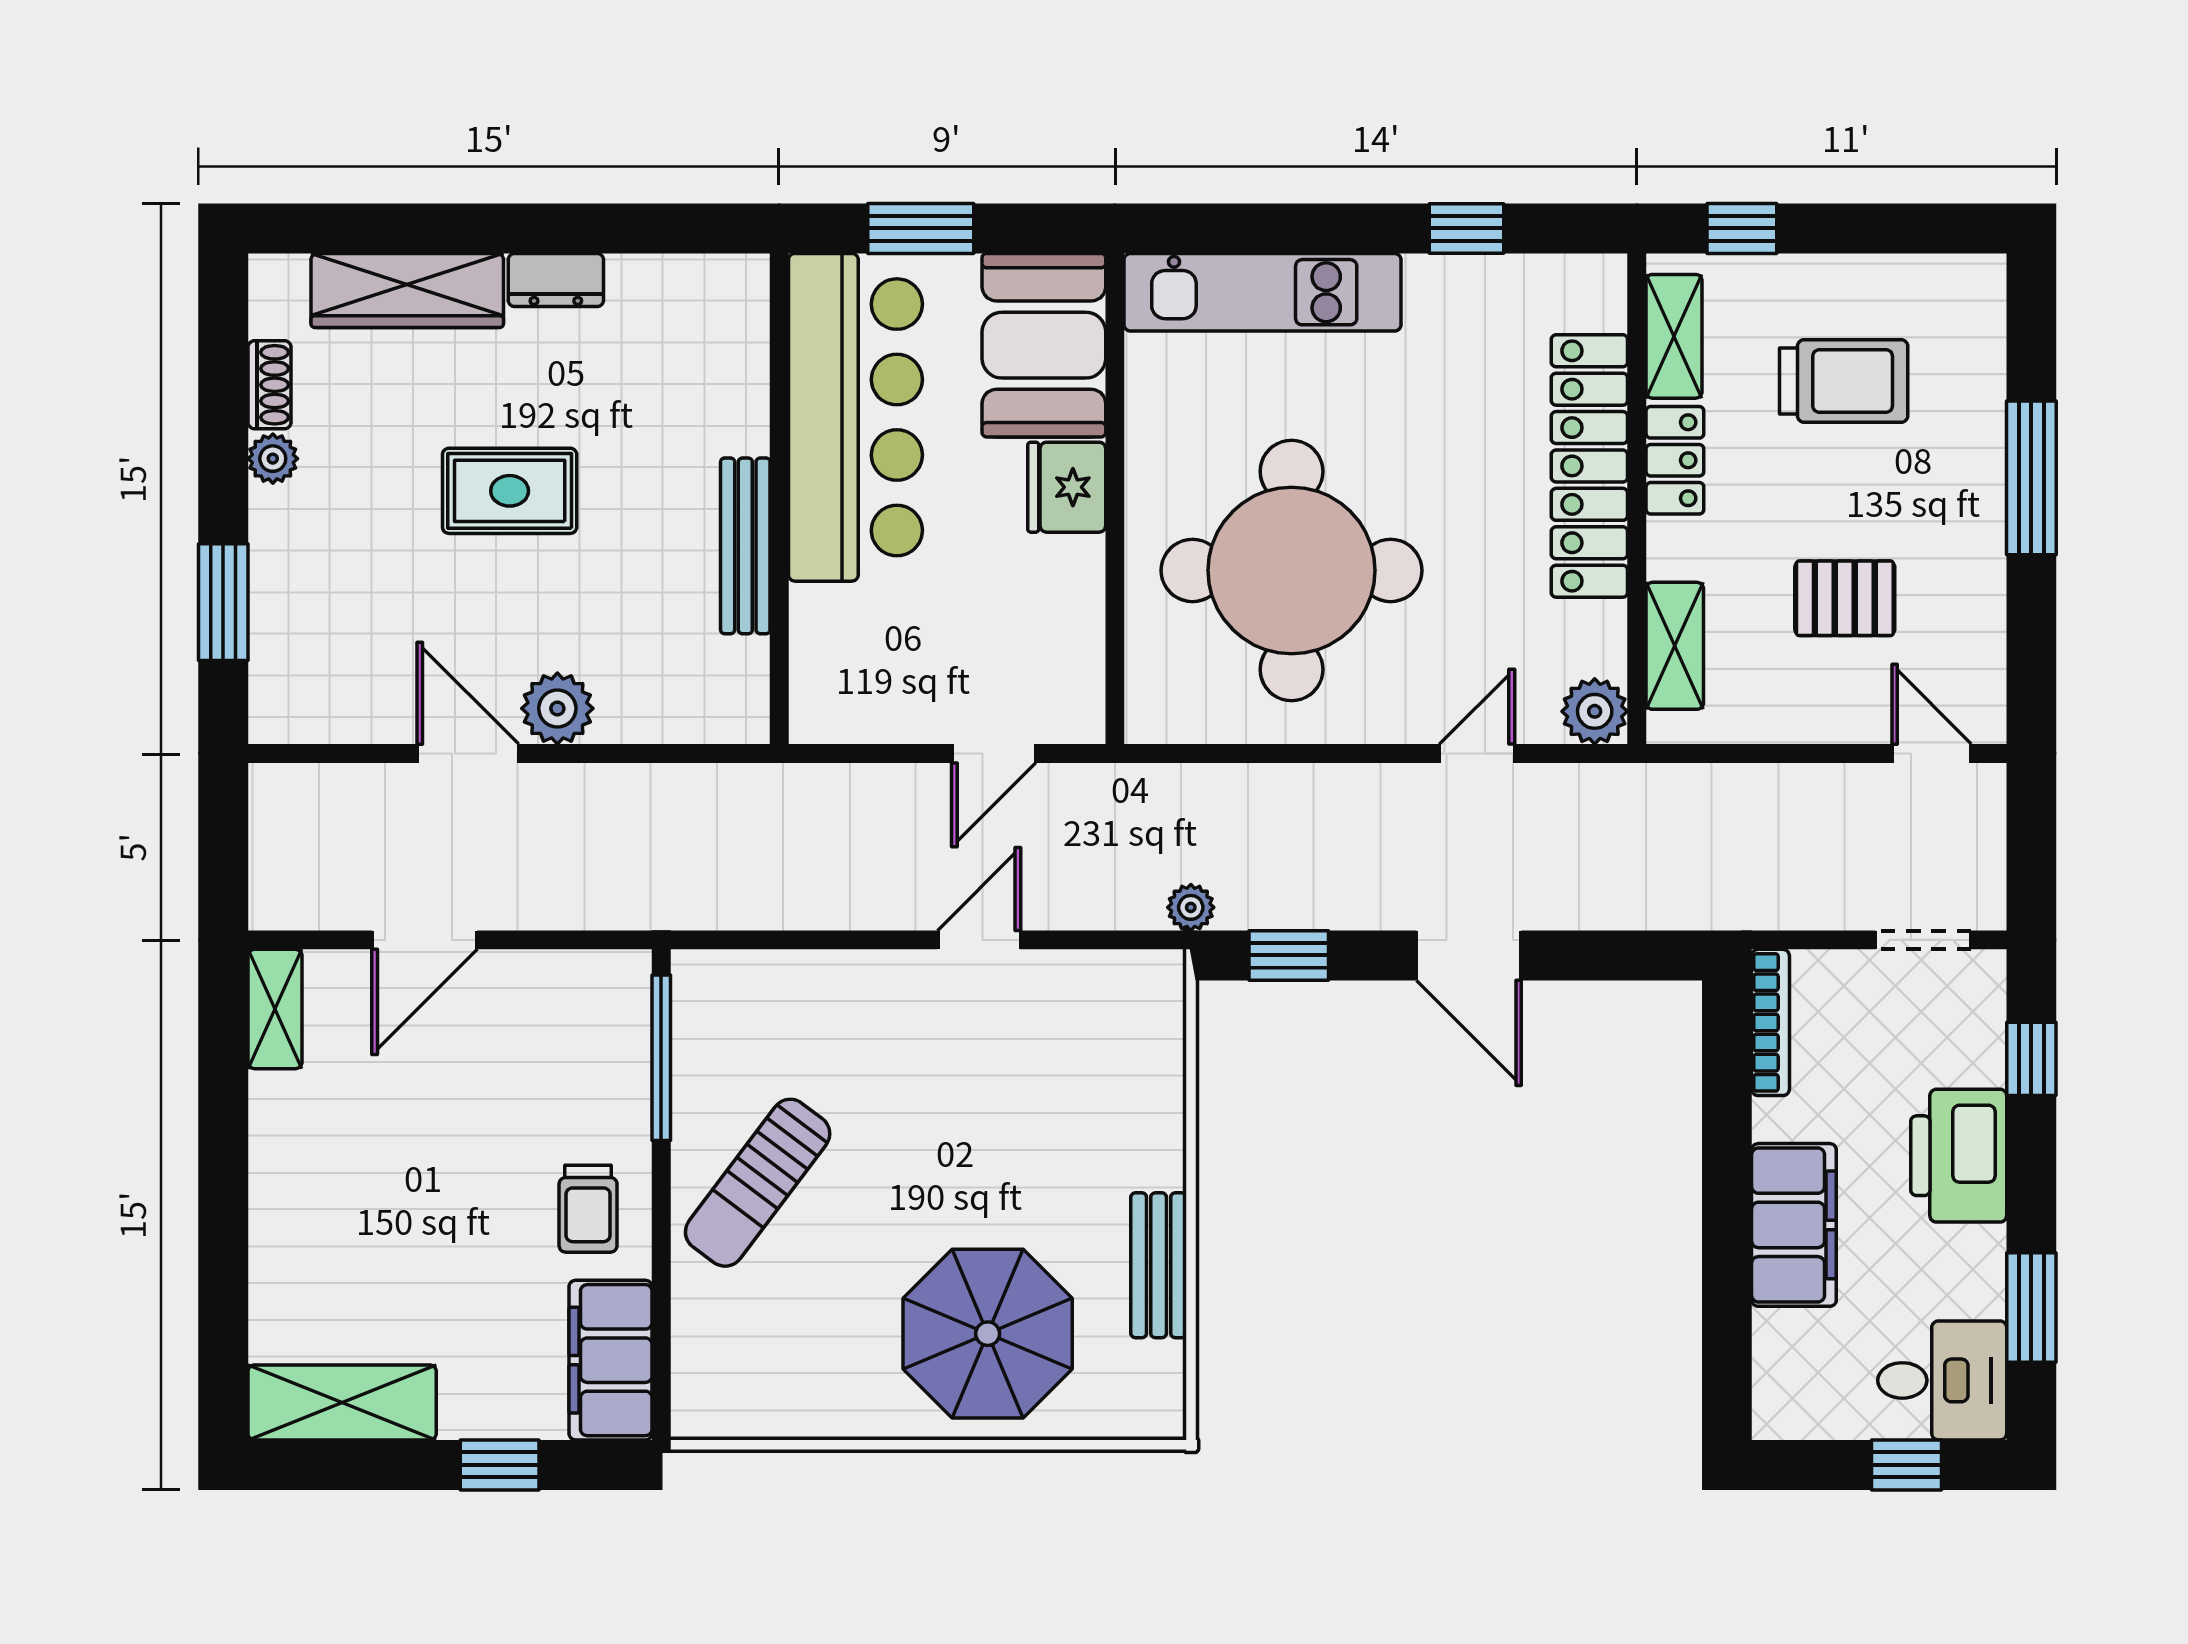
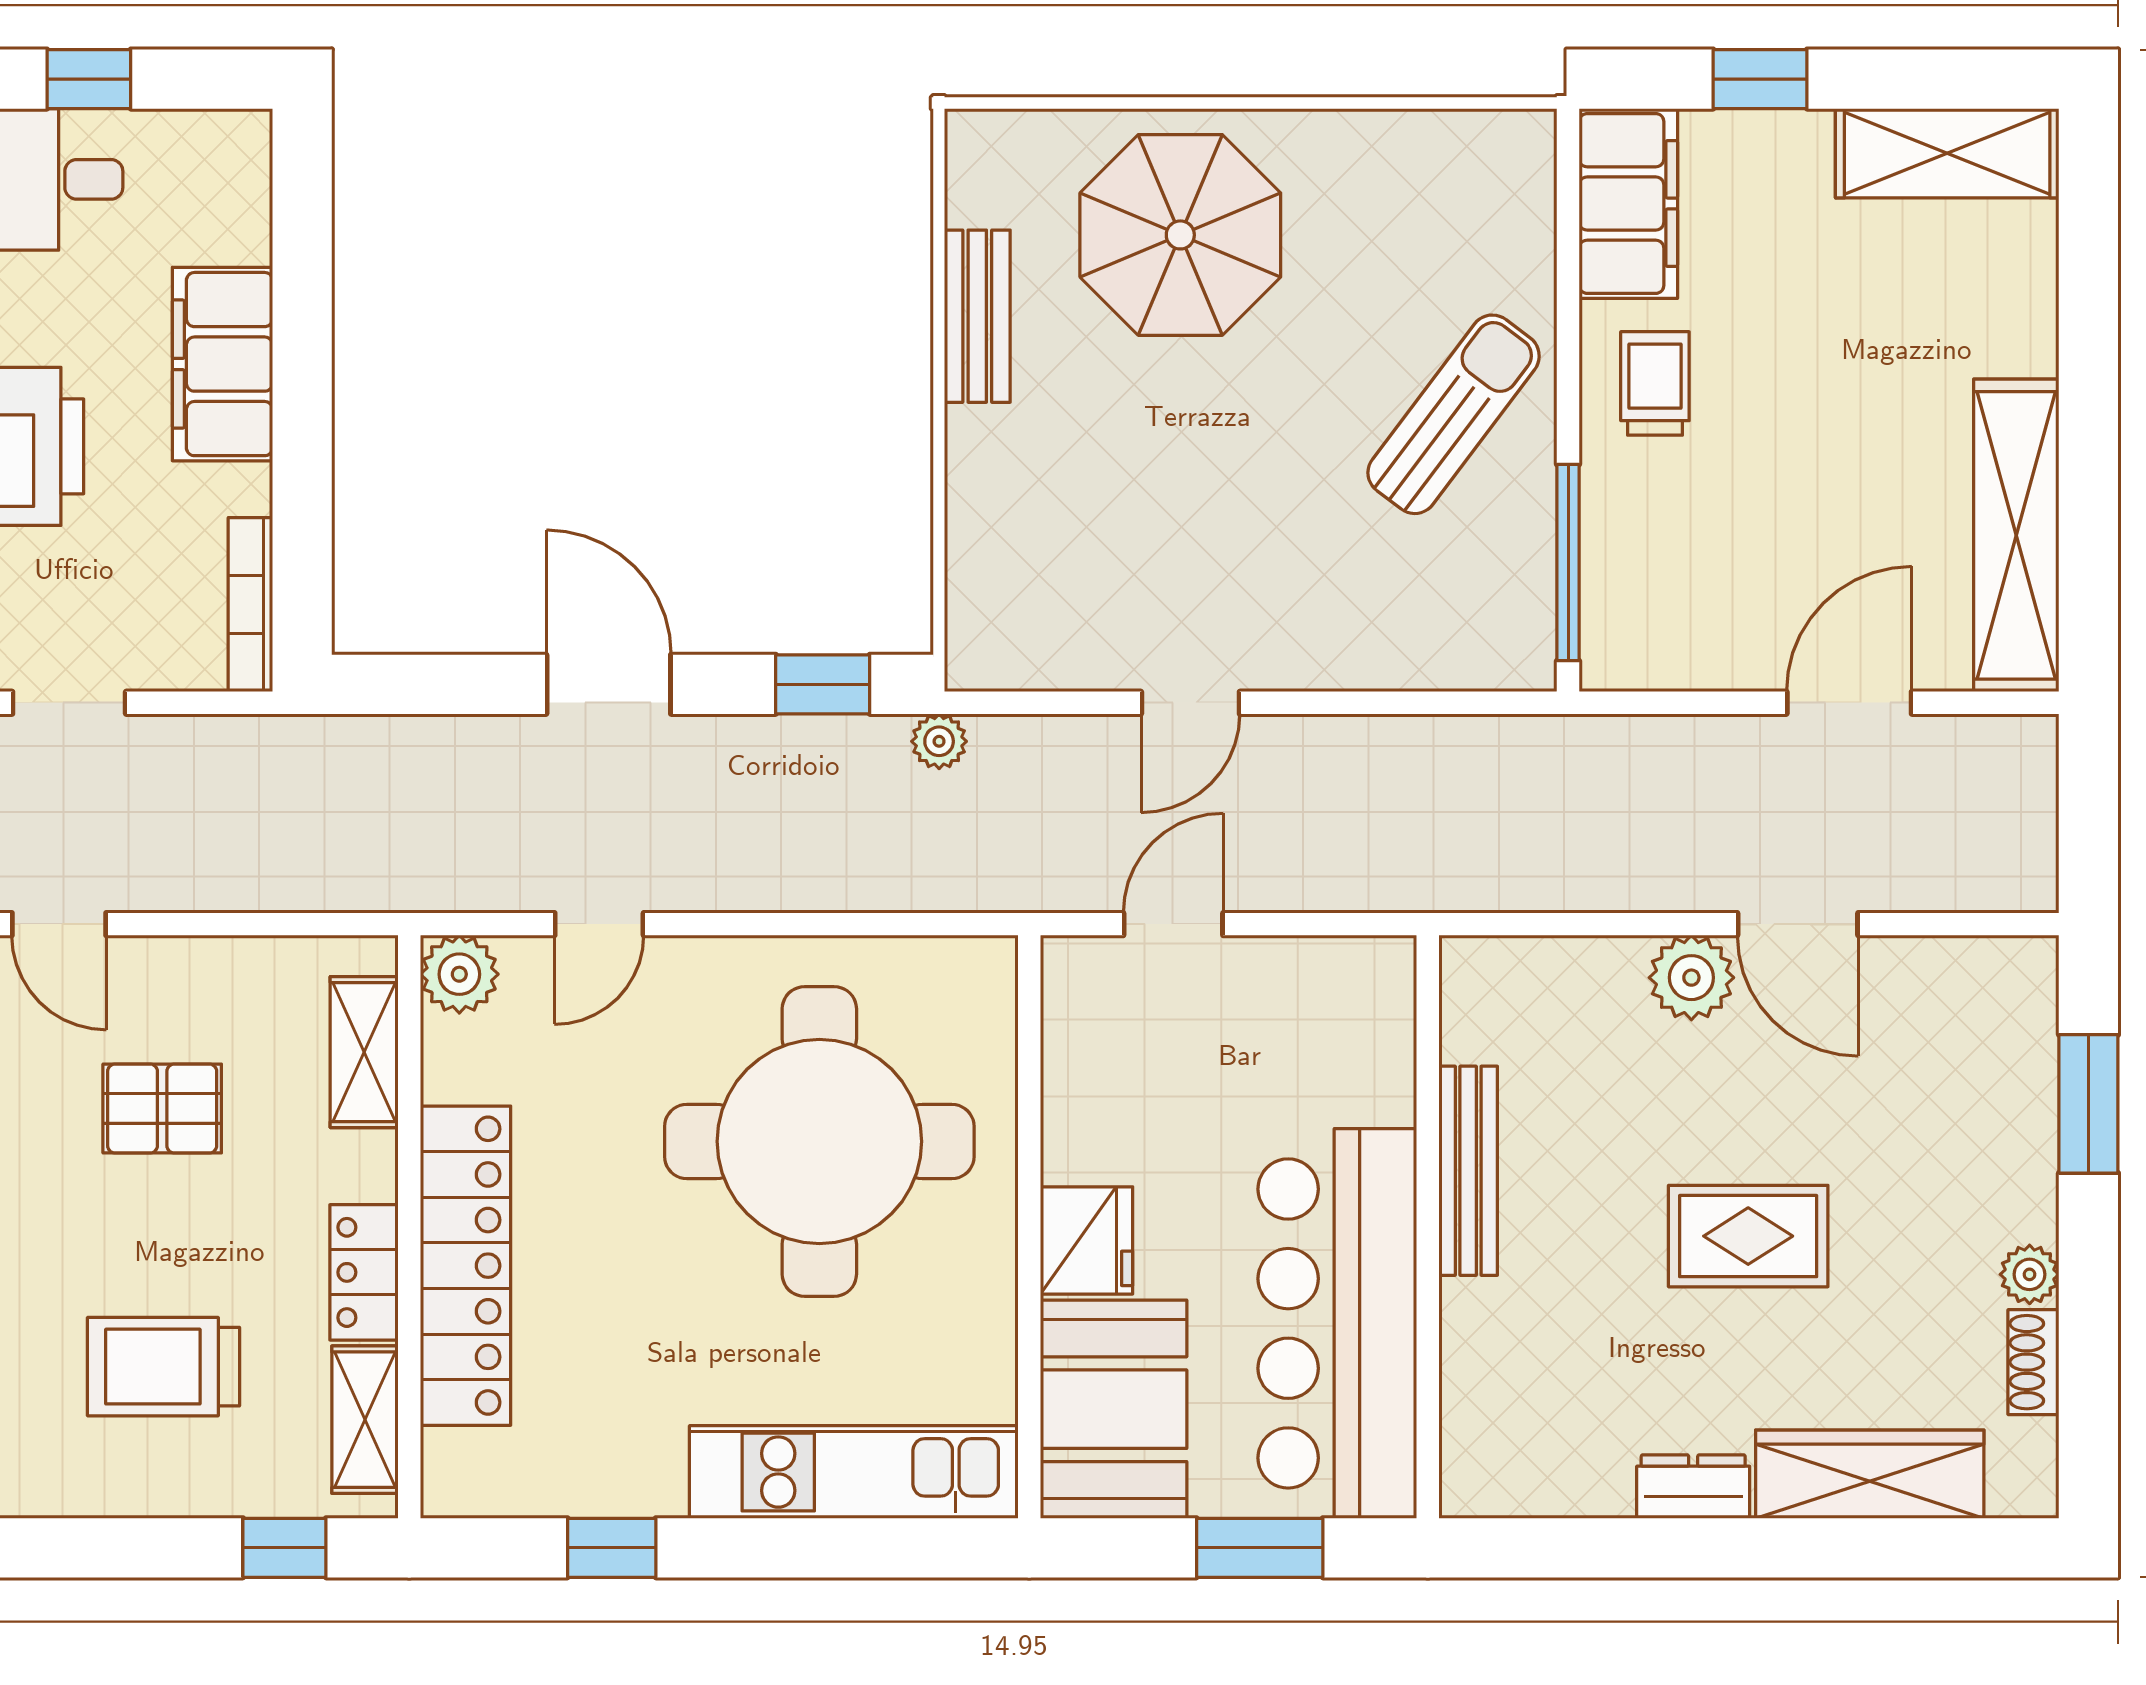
shelving: (275, 1009) -> (2016, 535), width x2.20, depth x1.33

